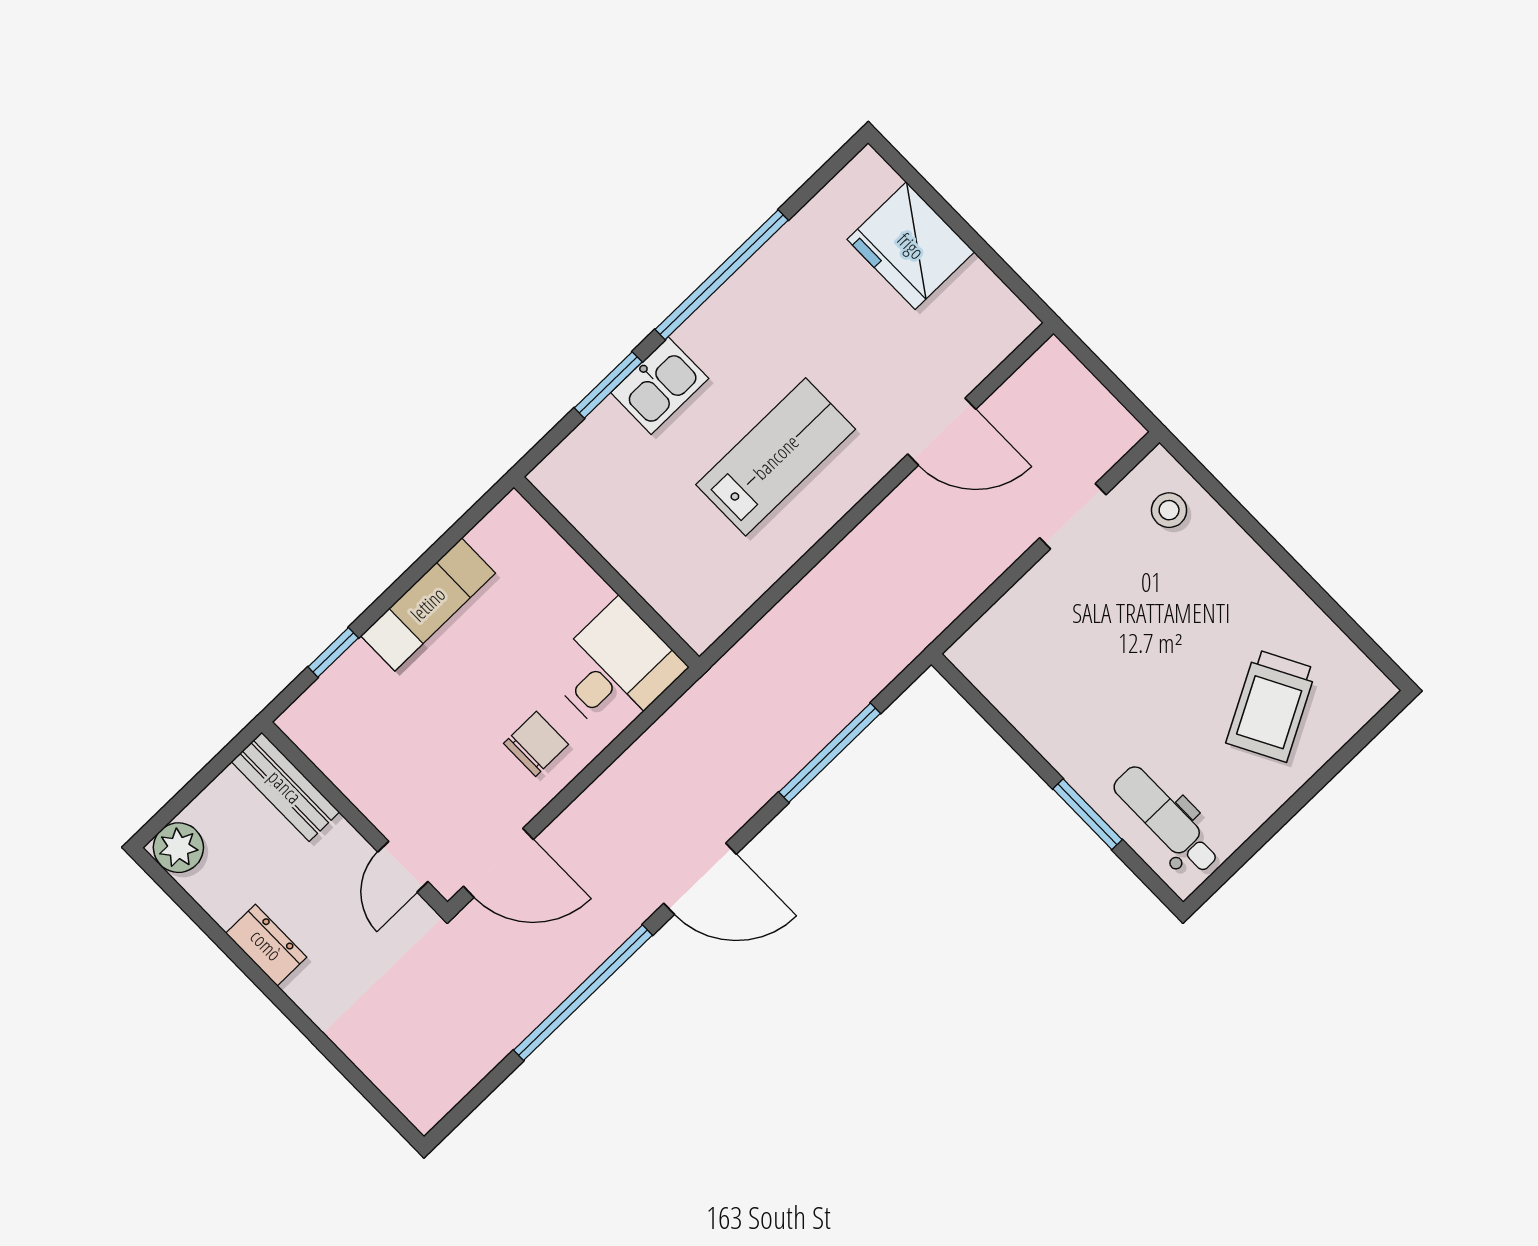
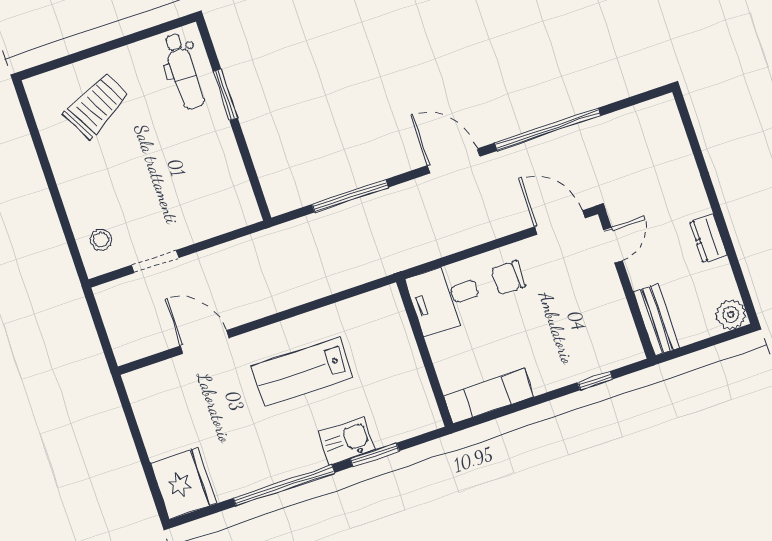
fridge: (911, 246) -> (184, 483), moved
exam couch: (428, 604) -> (489, 396), moved

